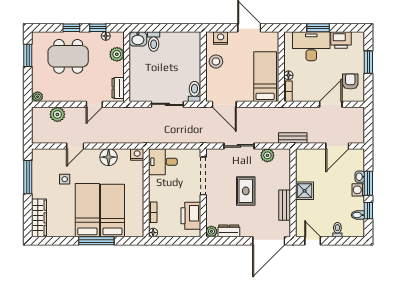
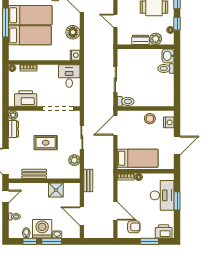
printer: (341, 40) -> (164, 231), moved, turned 90
dresser: (118, 88) -> (140, 40), moved
washing machine: (358, 190) -> (42, 229), width x1.89, depth x1.89
shower: (305, 191) -> (56, 190), moved

